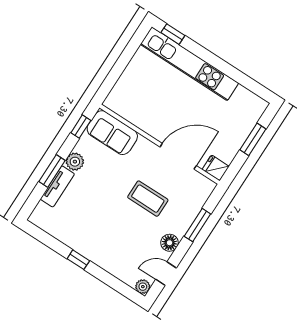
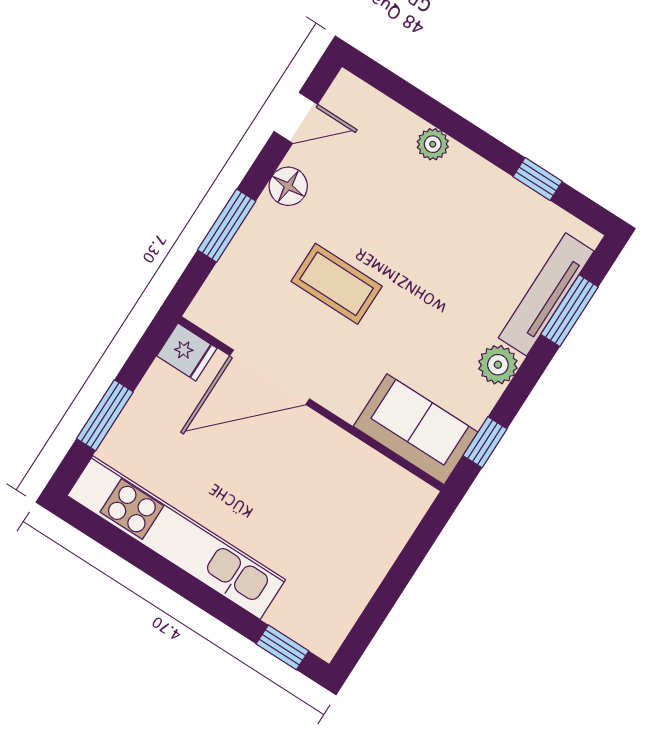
kitchen unit: (189, 64) -> (176, 538), moved
window: (52, 171) -> (570, 311), moved
tv unit: (57, 186) -> (546, 294), width x1.41
window: (78, 260) -> (538, 179), moved
plant: (143, 287) -> (433, 144), moved

